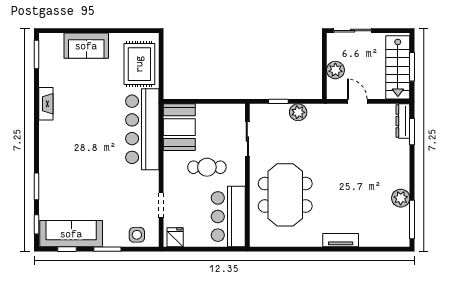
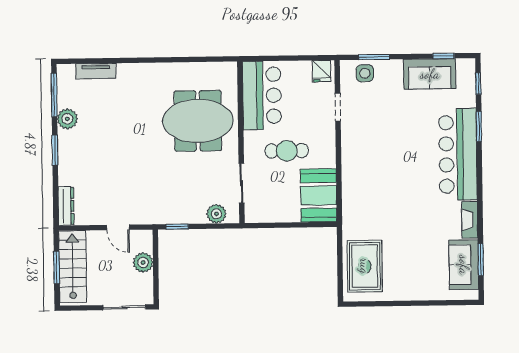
sofa: (86, 46) -> (464, 265), moved, turned -90
window: (37, 55) -> (481, 260), moved
window: (278, 101) -> (177, 227), moved
plant: (298, 112) -> (216, 214), moved
bar counter: (142, 129) -> (458, 154), moved, turned 180
window: (412, 132) -> (55, 150), moved
meeting table: (285, 195) -> (198, 121), turned 90
sofa: (71, 234) -> (430, 74), width x0.73
tv unit: (341, 240) -> (96, 71), moved
window: (107, 249) -> (374, 57), moved

